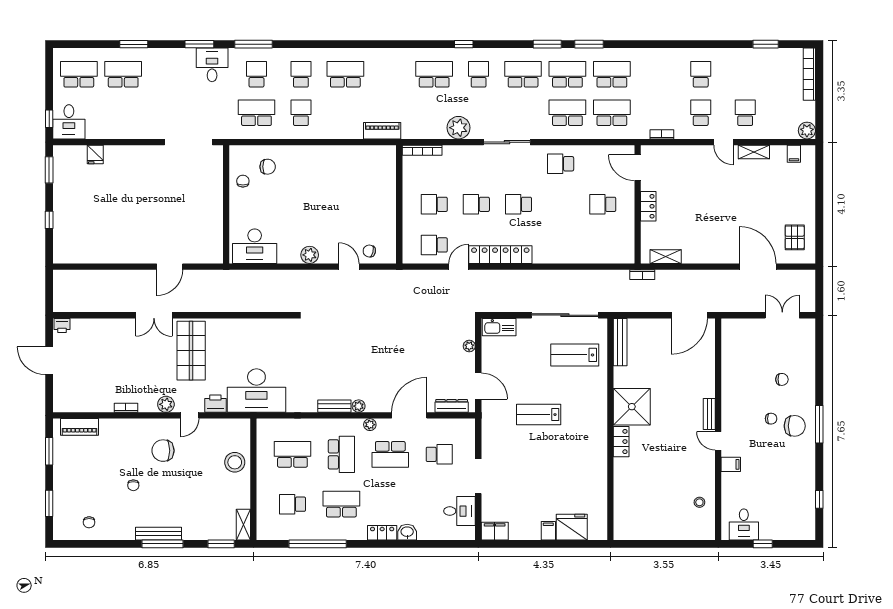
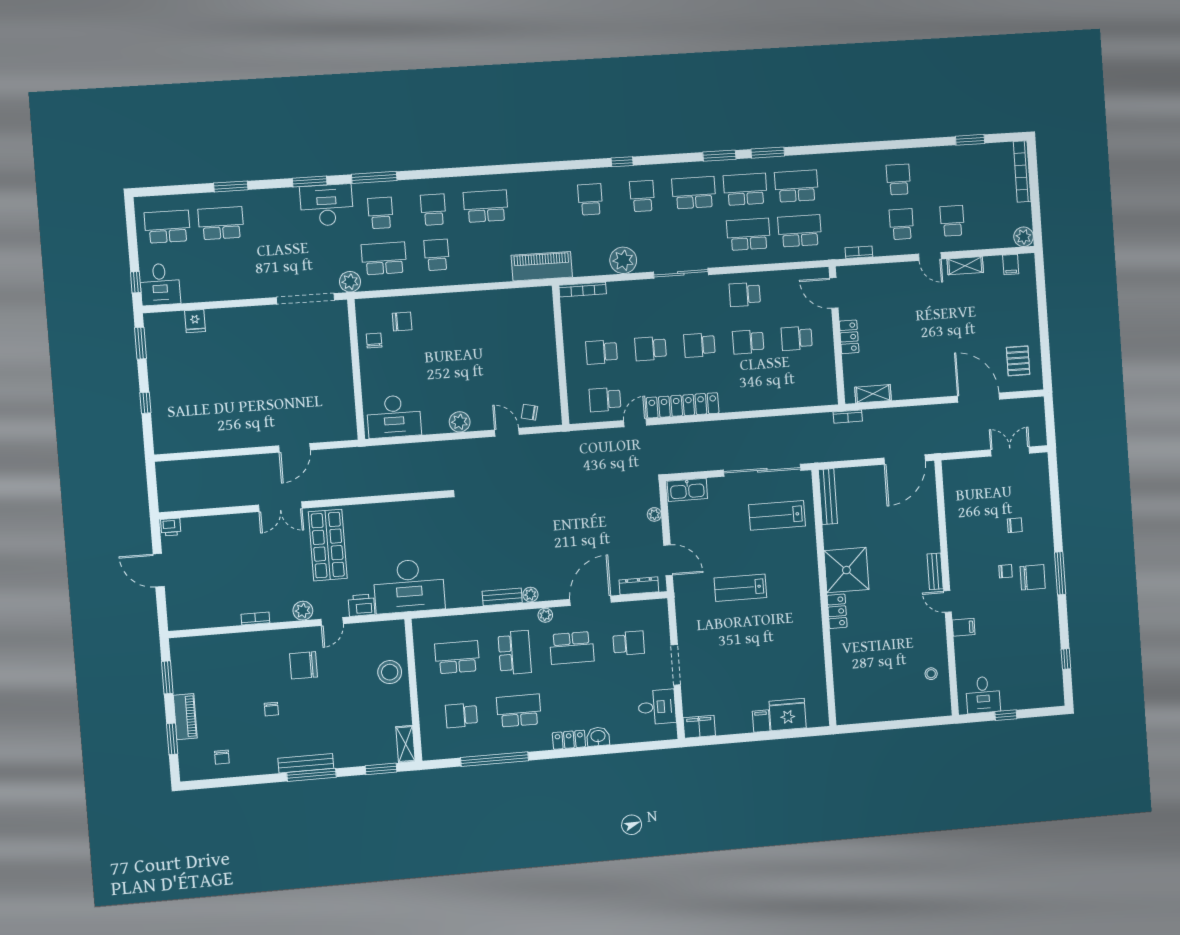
desk: (212, 65) -> (327, 205), width x1.37
school desk: (434, 74) -> (590, 199), width x0.54
plant: (227, 130) -> (350, 282), added
piano: (382, 131) -> (542, 266), width x1.37, depth x1.33
school desk: (561, 204) -> (748, 342), added
piano: (79, 427) -> (185, 717), moved, turned -90

